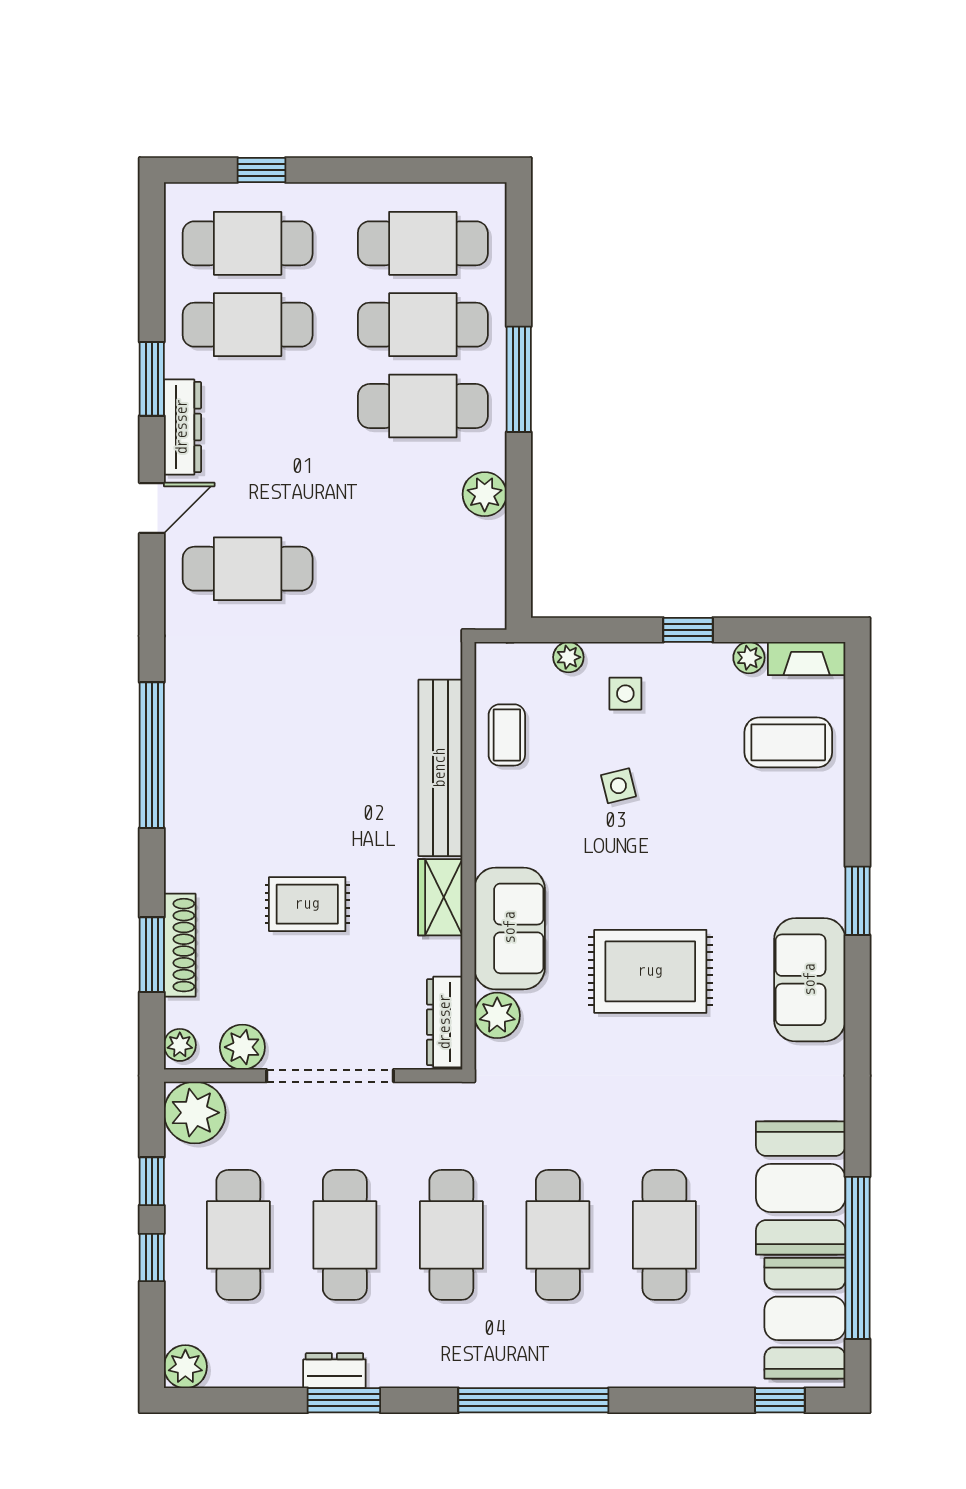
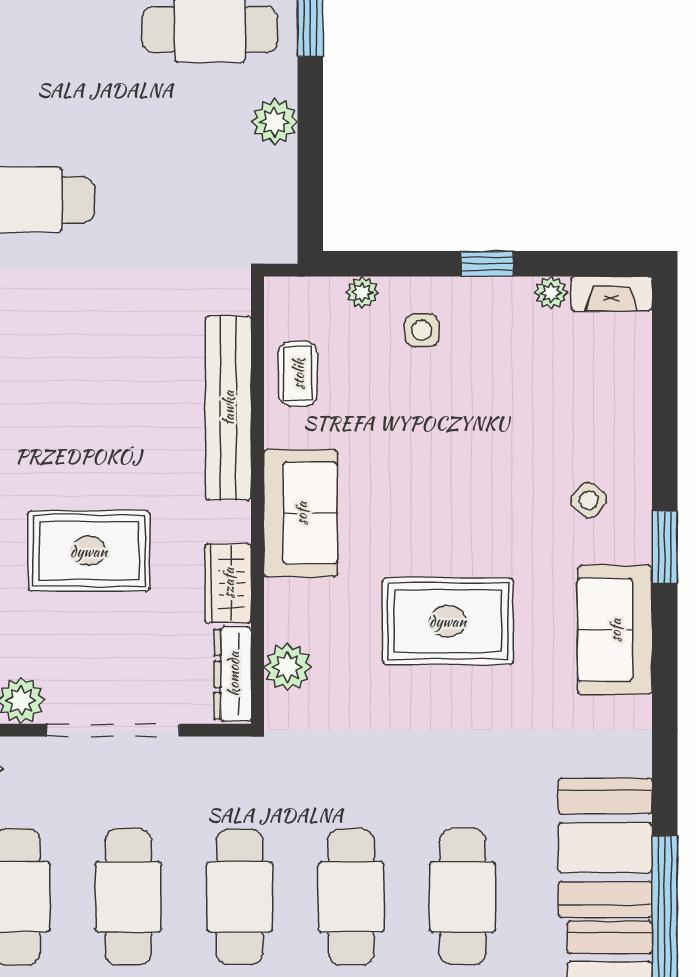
coffee table: (788, 742) -> (592, 381), removed
side table: (618, 786) -> (589, 500), moved, turned -38
wardrobe: (440, 897) -> (228, 583), moved
rug: (307, 904) -> (89, 551), width x1.36, depth x1.43
sofa: (510, 928) -> (301, 513), moved

